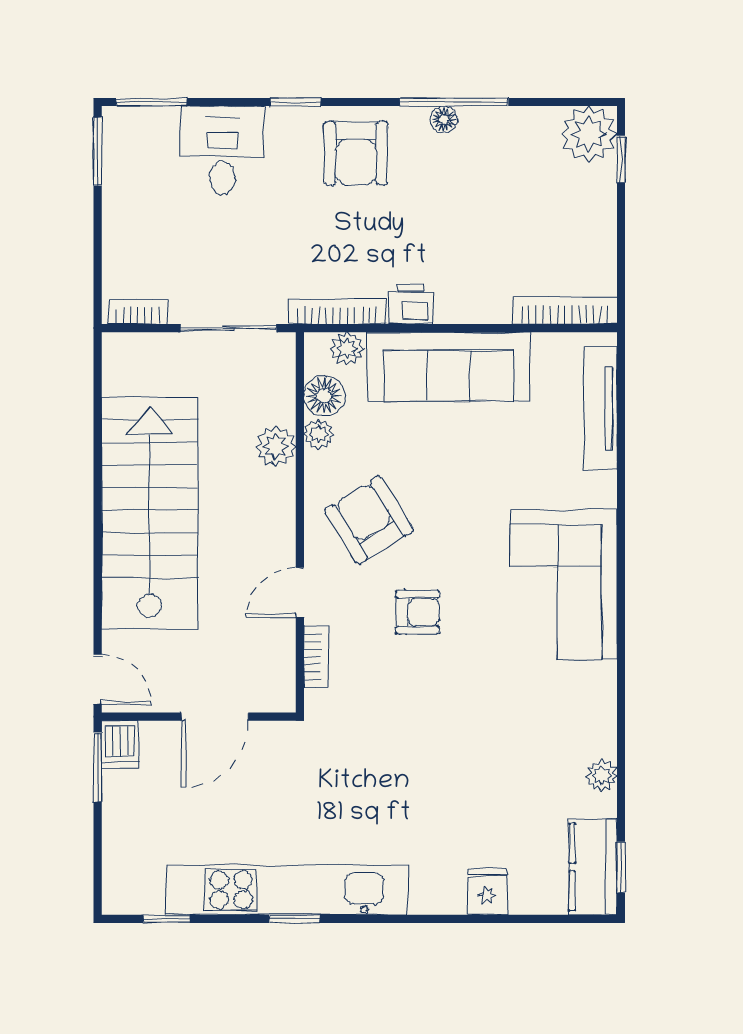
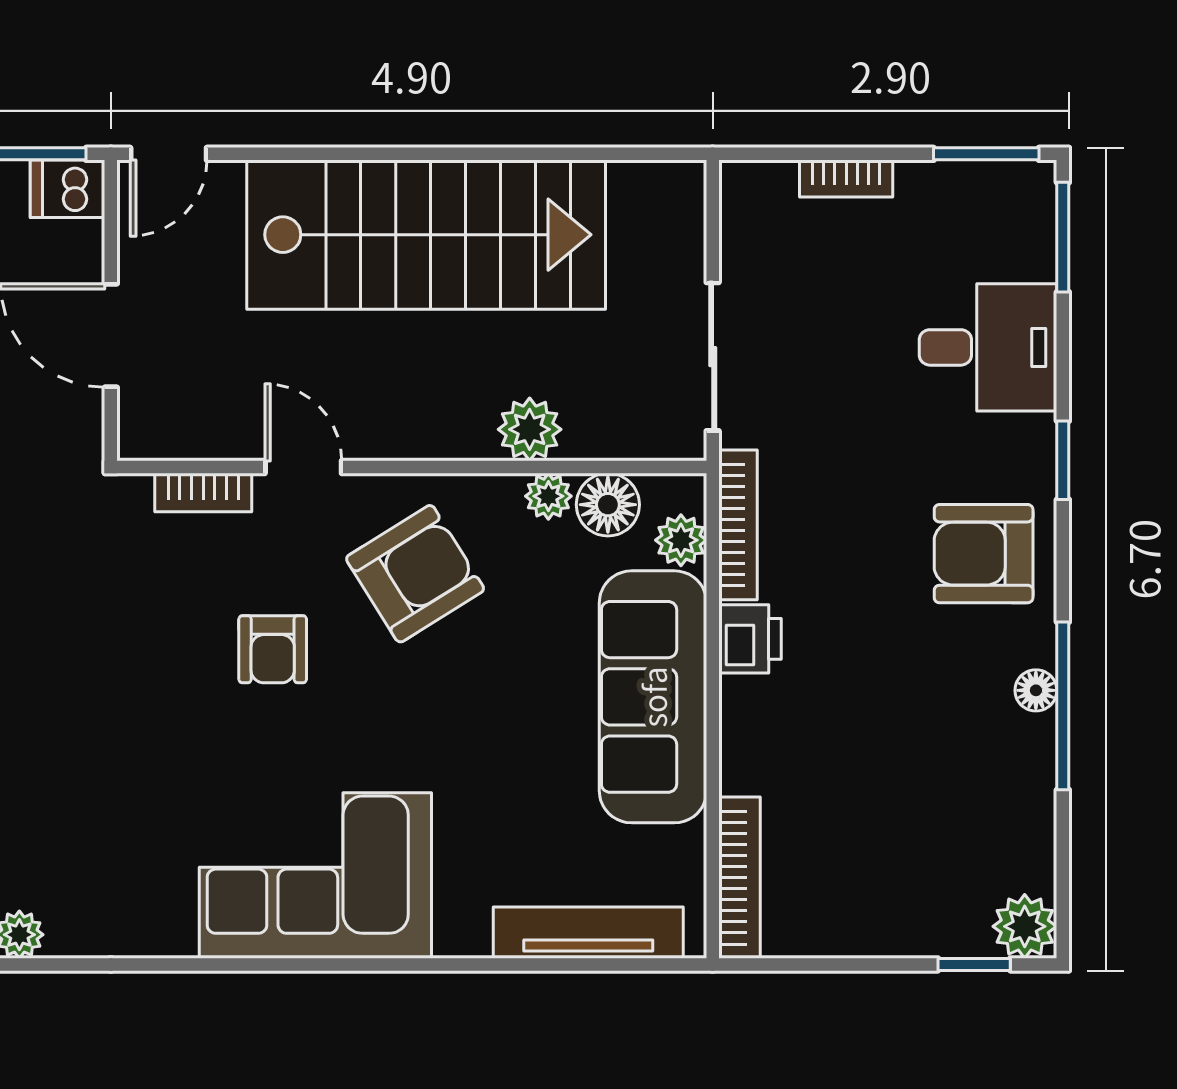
plant: (589, 134) -> (1025, 926), width x0.73, depth x0.73
bookcase: (138, 312) -> (846, 179), moved, turned 90

